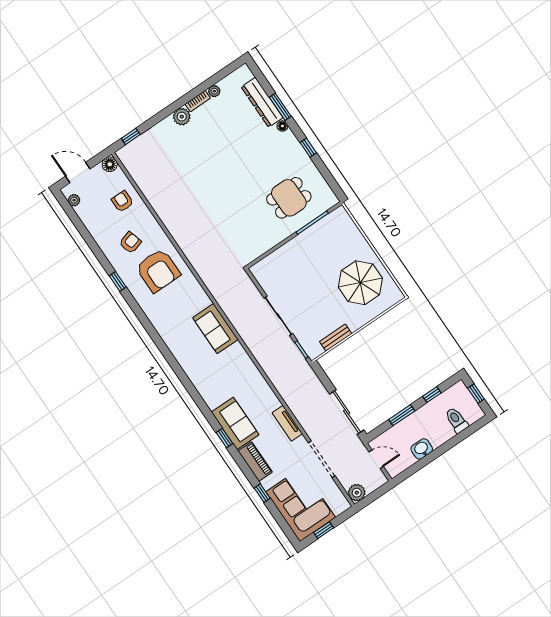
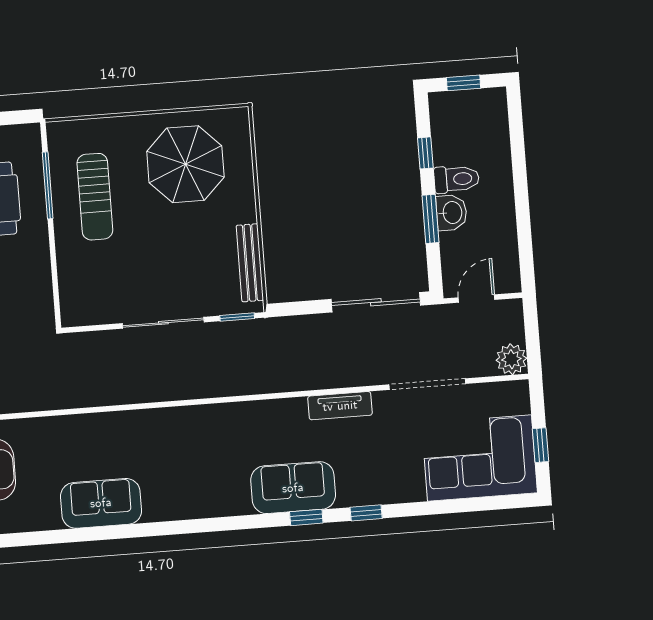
sun lounger: (320, 248) -> (95, 197), added
sofa: (215, 329) -> (101, 503), moved, turned 180
bench: (336, 338) -> (250, 263), width x1.36
toilet: (457, 420) -> (456, 179), moved, turned 180
washbasin: (422, 449) -> (452, 213), moved, turned 180
piano: (255, 462) -> (371, 491), removed
window: (262, 493) -> (366, 513), moved

